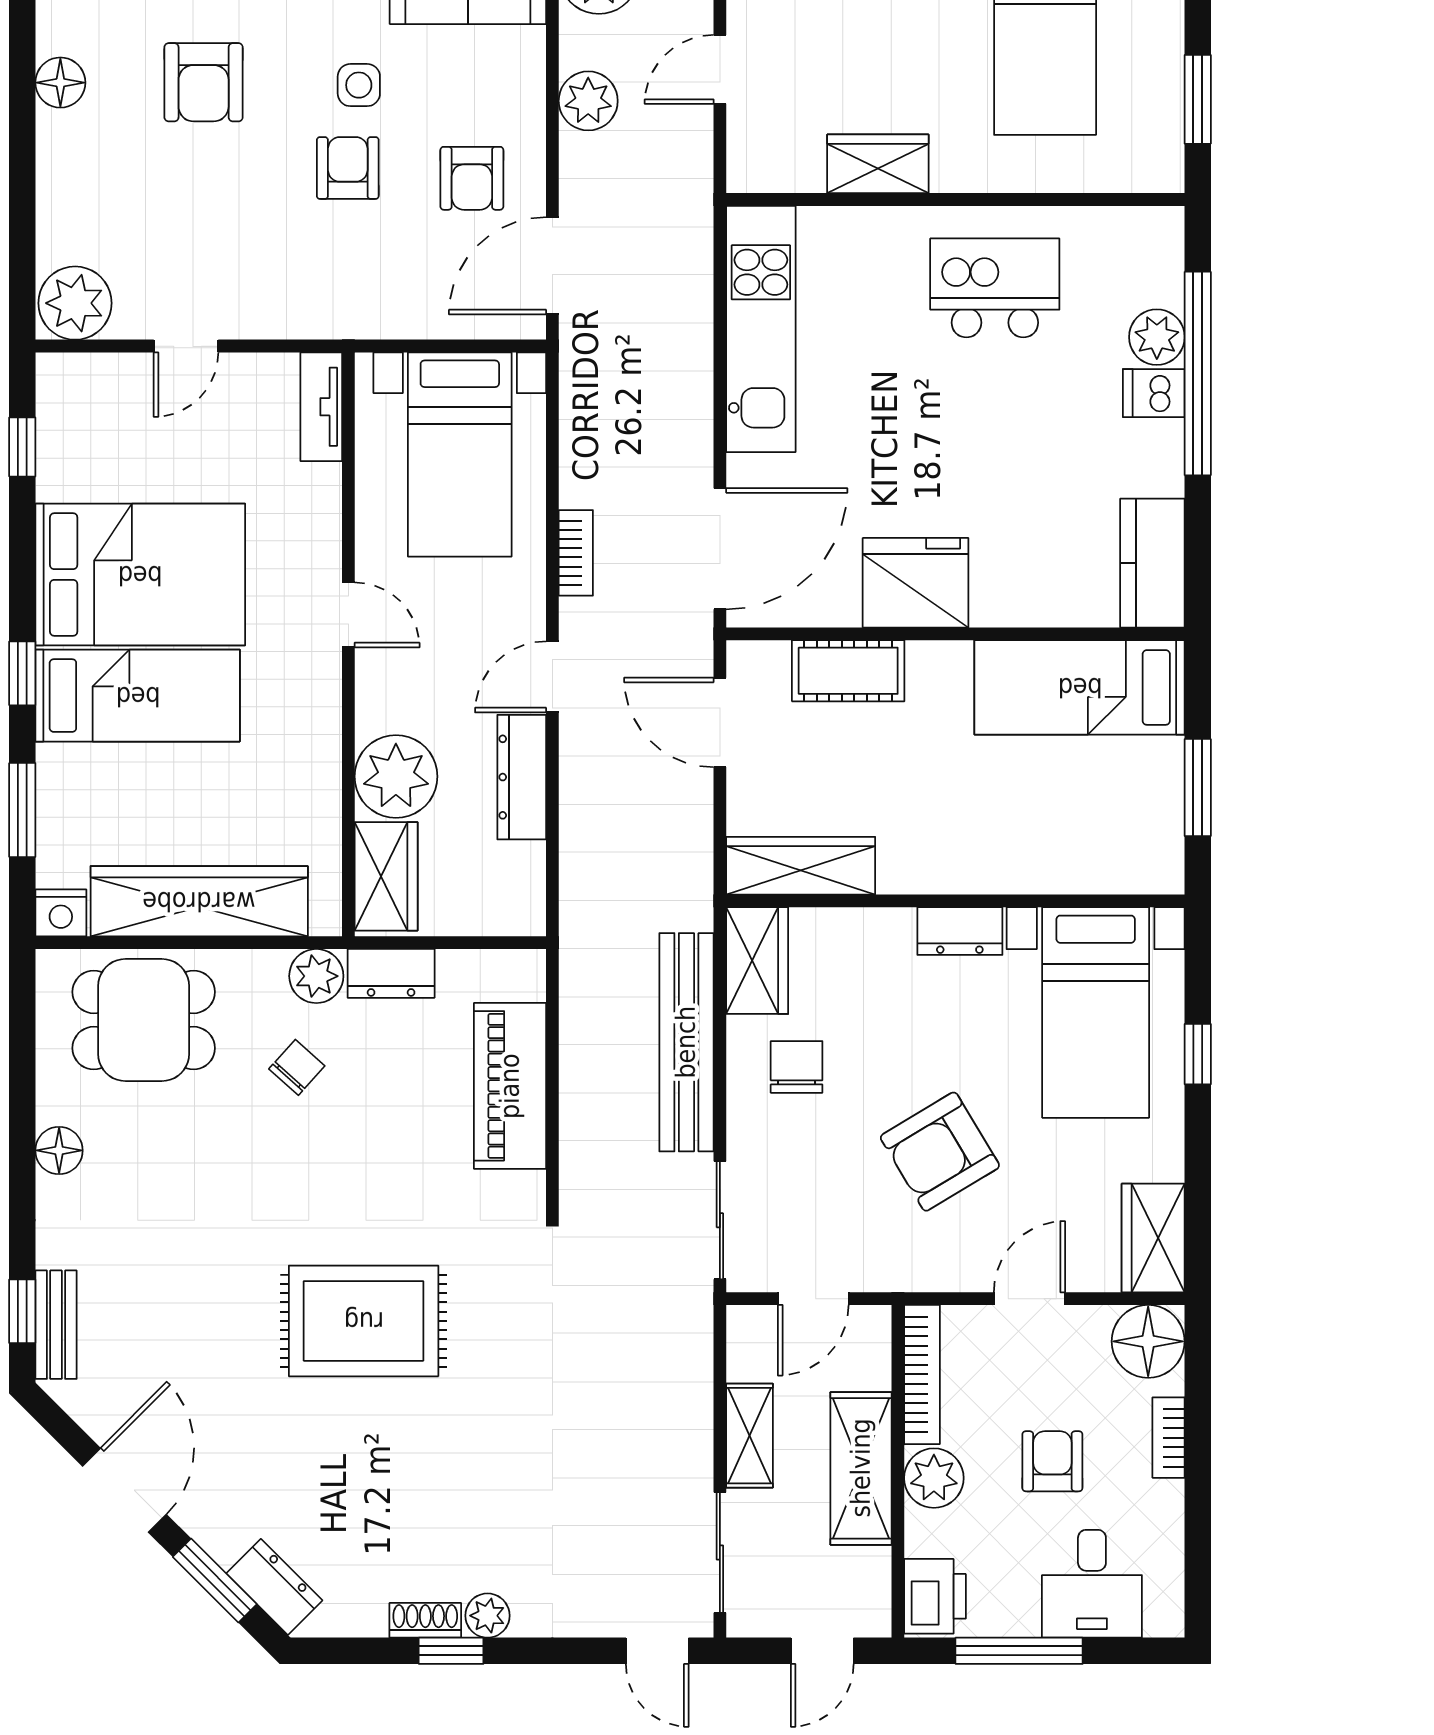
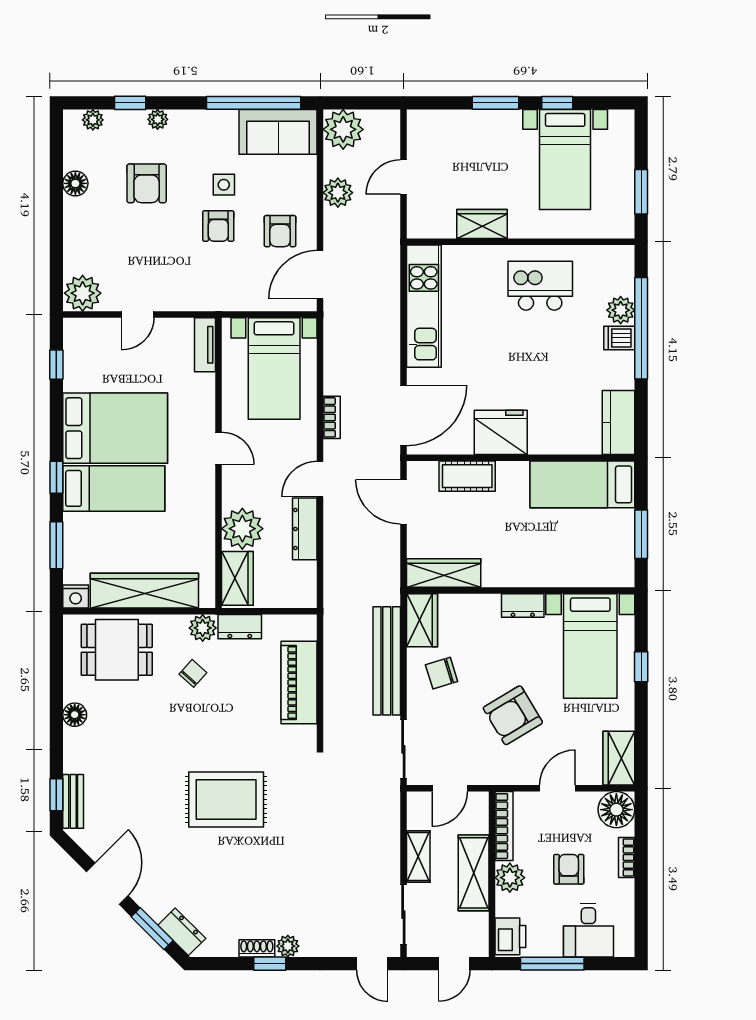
armchair: (348, 168) -> (218, 226), turned 180
chair: (797, 1067) -> (442, 673), turned -107

